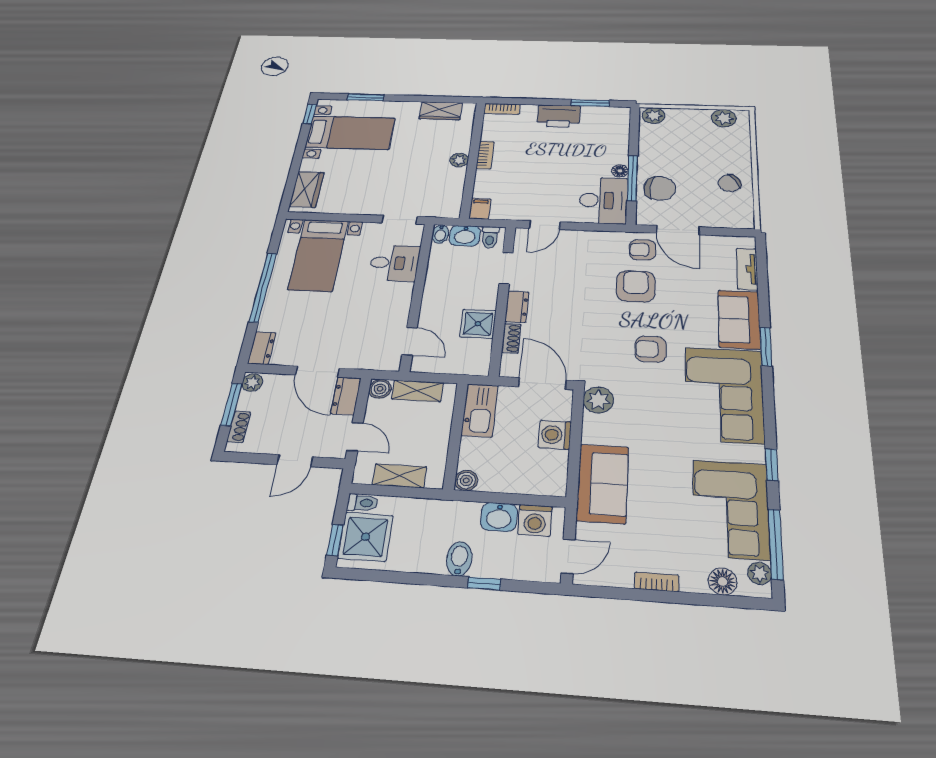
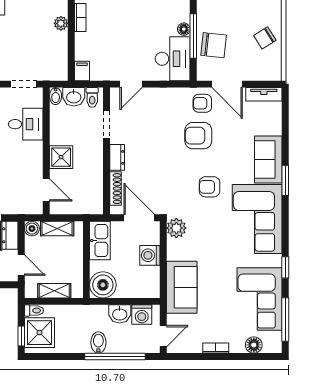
tv unit: (747, 269) -> (264, 94), moved, turned -90
armchair: (636, 286) -> (198, 136), turned -90
shower: (478, 324) -> (61, 157), moved
shoe rack: (511, 338) -> (116, 189), width x1.43
boiler: (466, 480) -> (103, 285), width x1.86, depth x1.86
plant: (760, 573) -> (275, 338), removed
window: (484, 584) -> (115, 357), width x3.17

